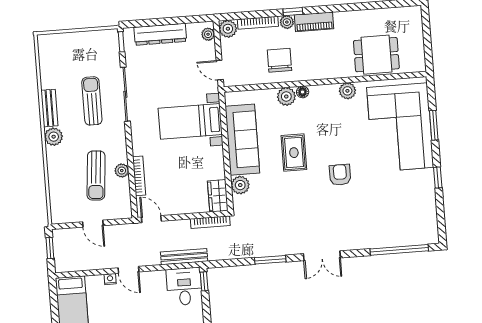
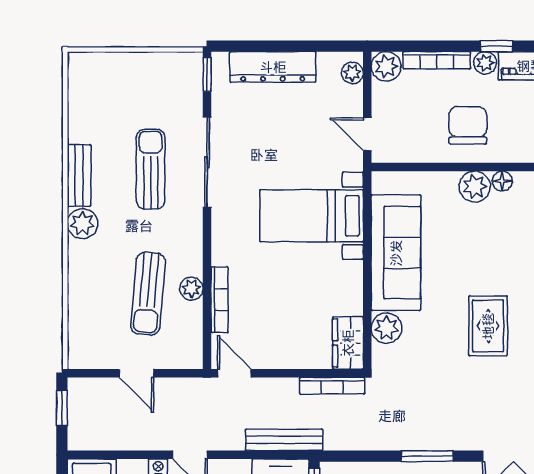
rug: (294, 153) -> (488, 326), moved

